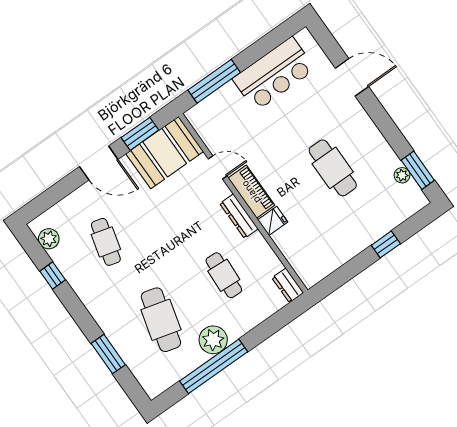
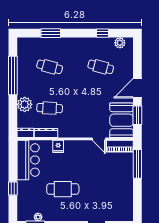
bar counter: (274, 74) -> (28, 160), moved, turned 180
door: (218, 167) -> (99, 139), hinge flipped
piano: (251, 192) -> (120, 146), moved
dresser: (239, 216) -> (46, 133), moved
cafe table: (161, 320) -> (50, 67), width x0.73, depth x0.74
plant: (213, 340) -> (25, 104), moved

